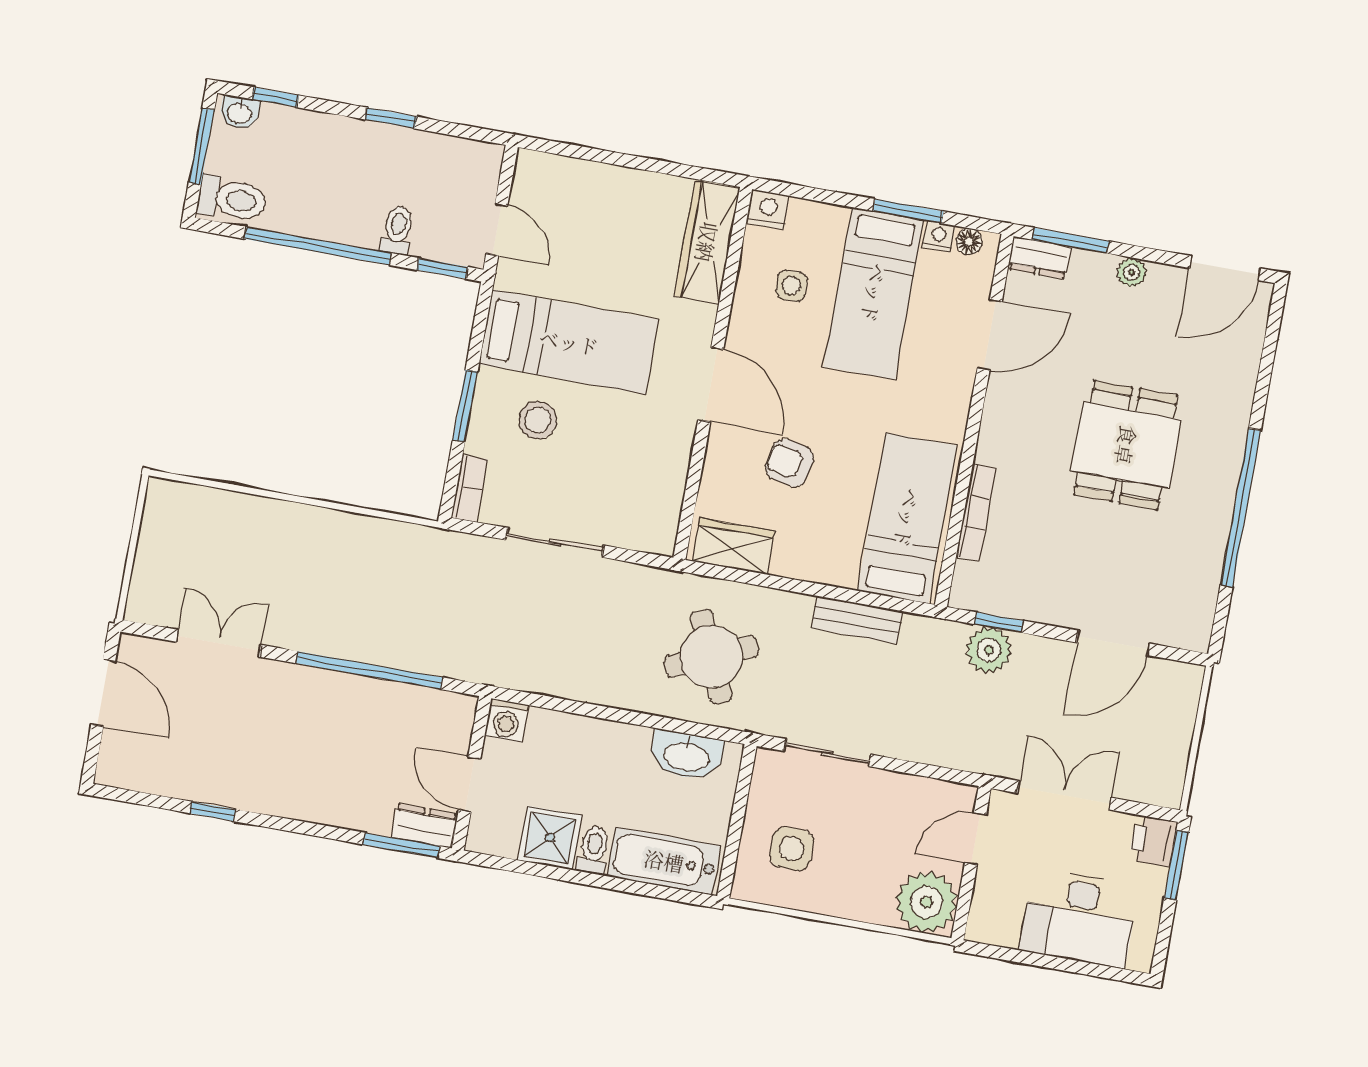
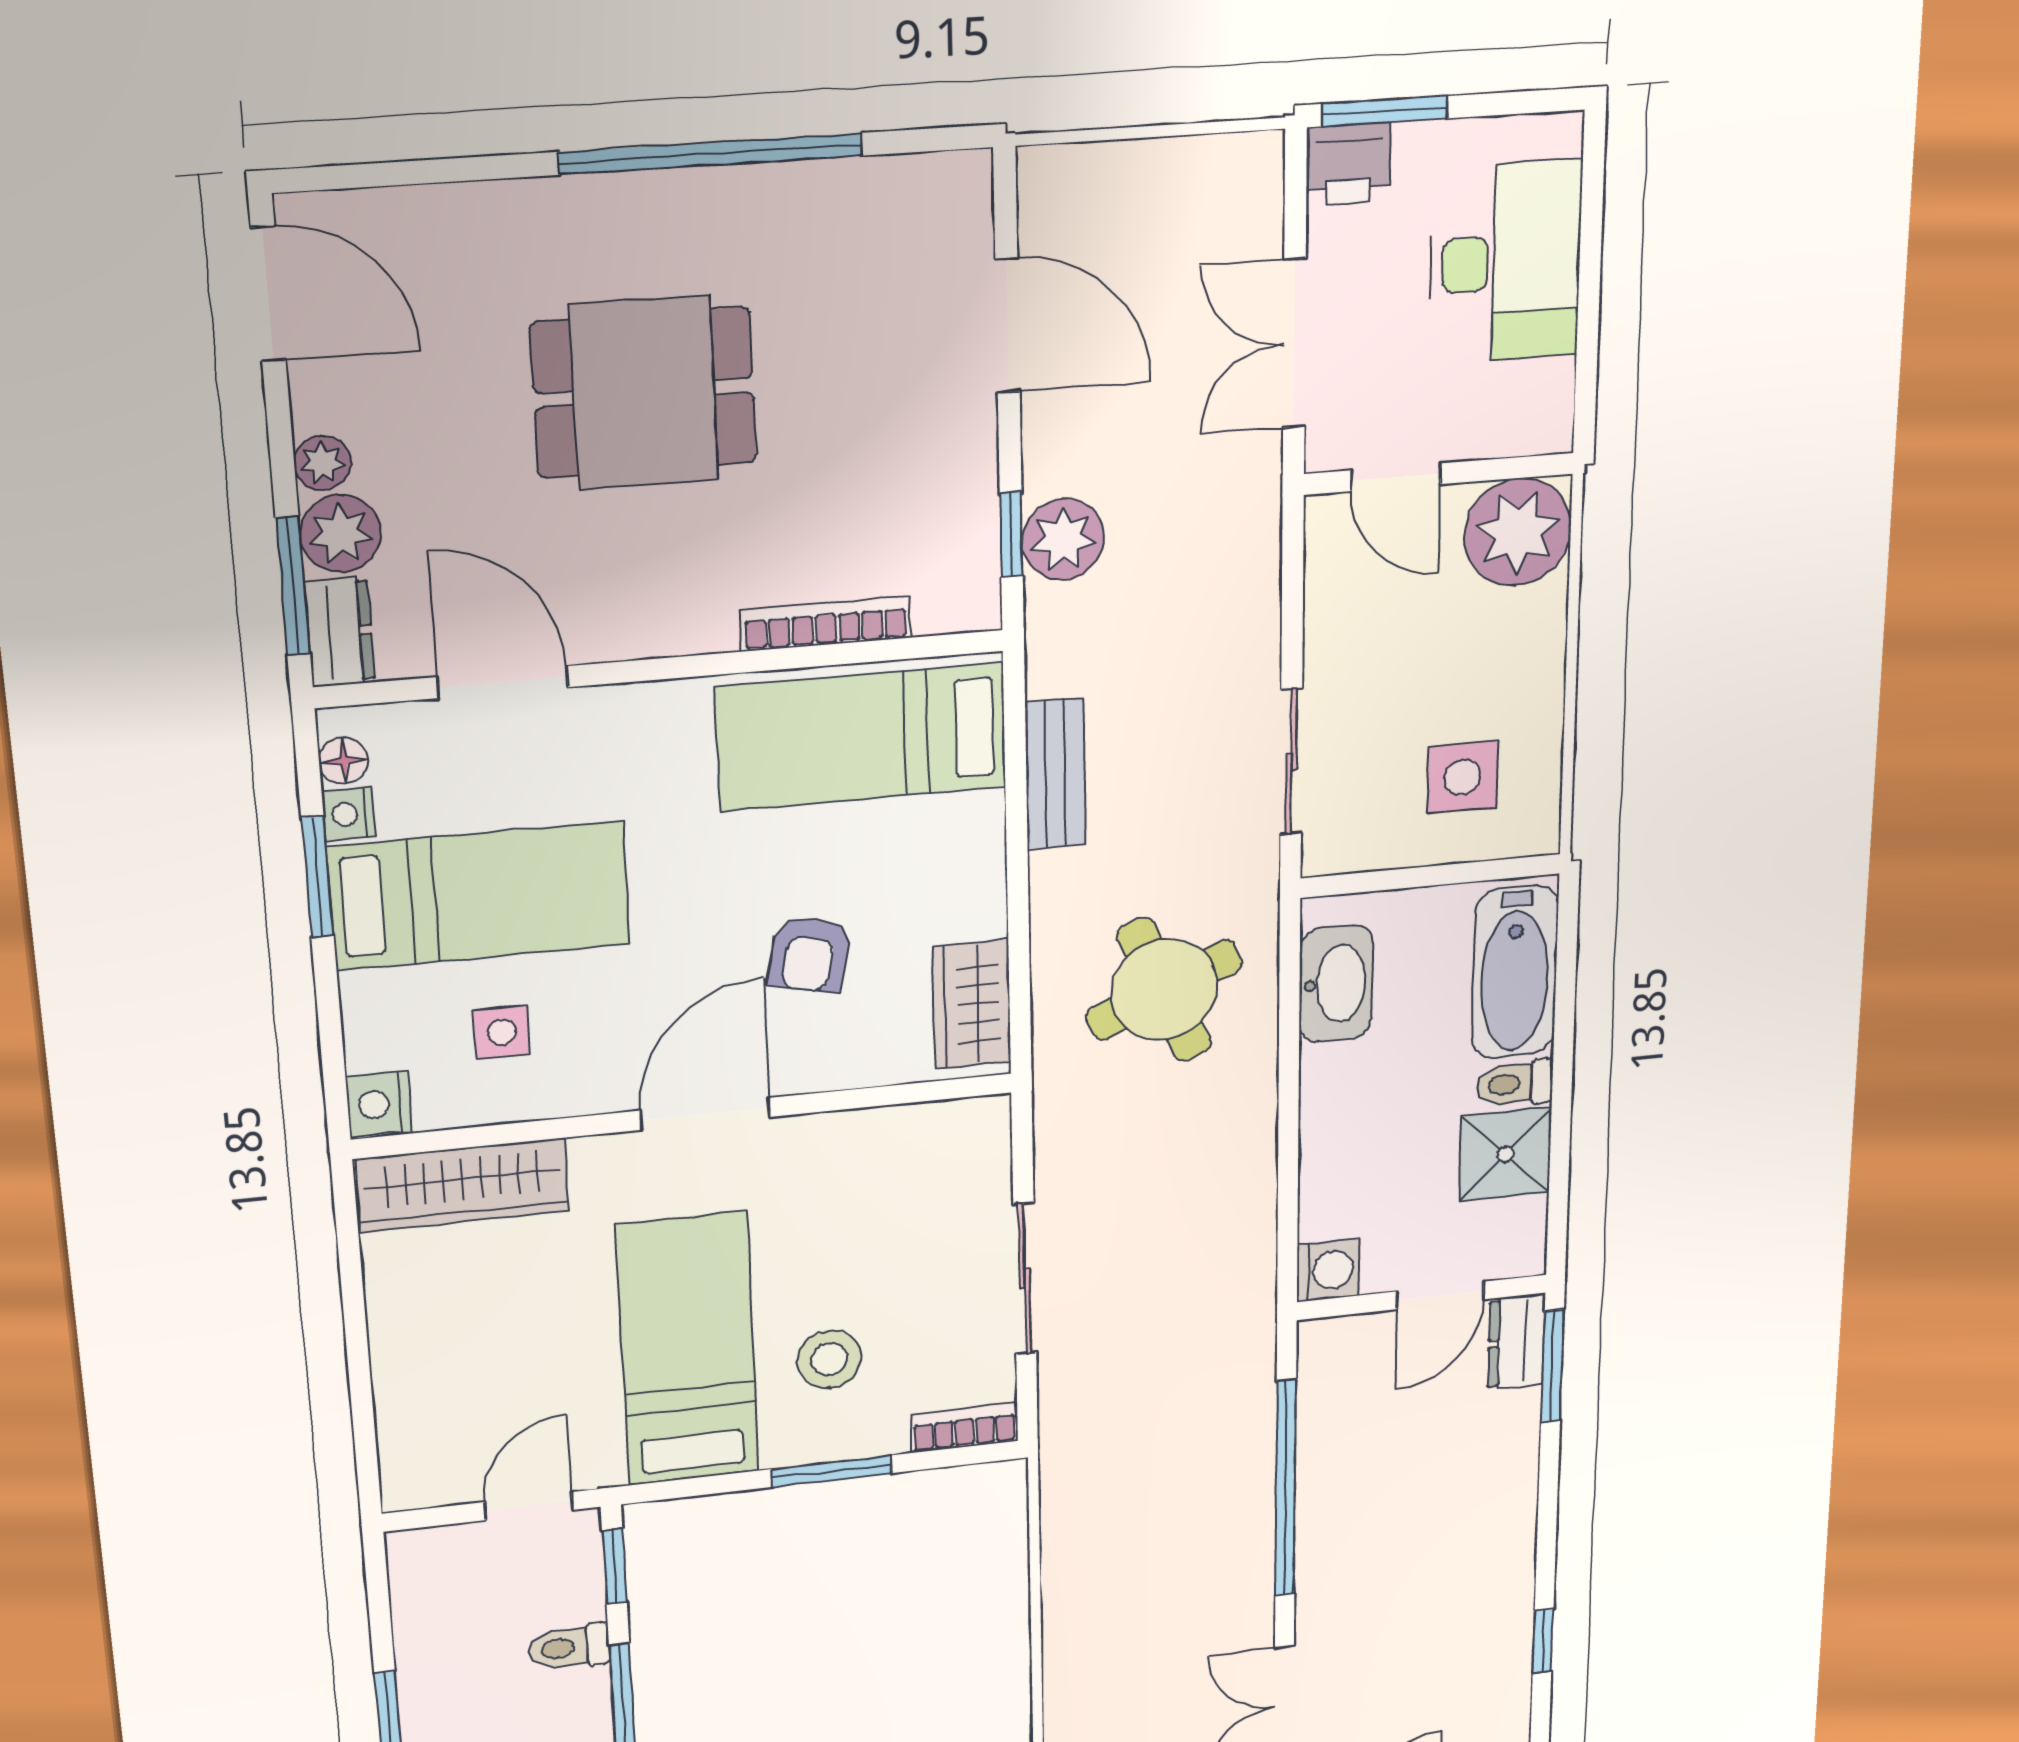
plant: (1092, 272) -> (341, 534), added

